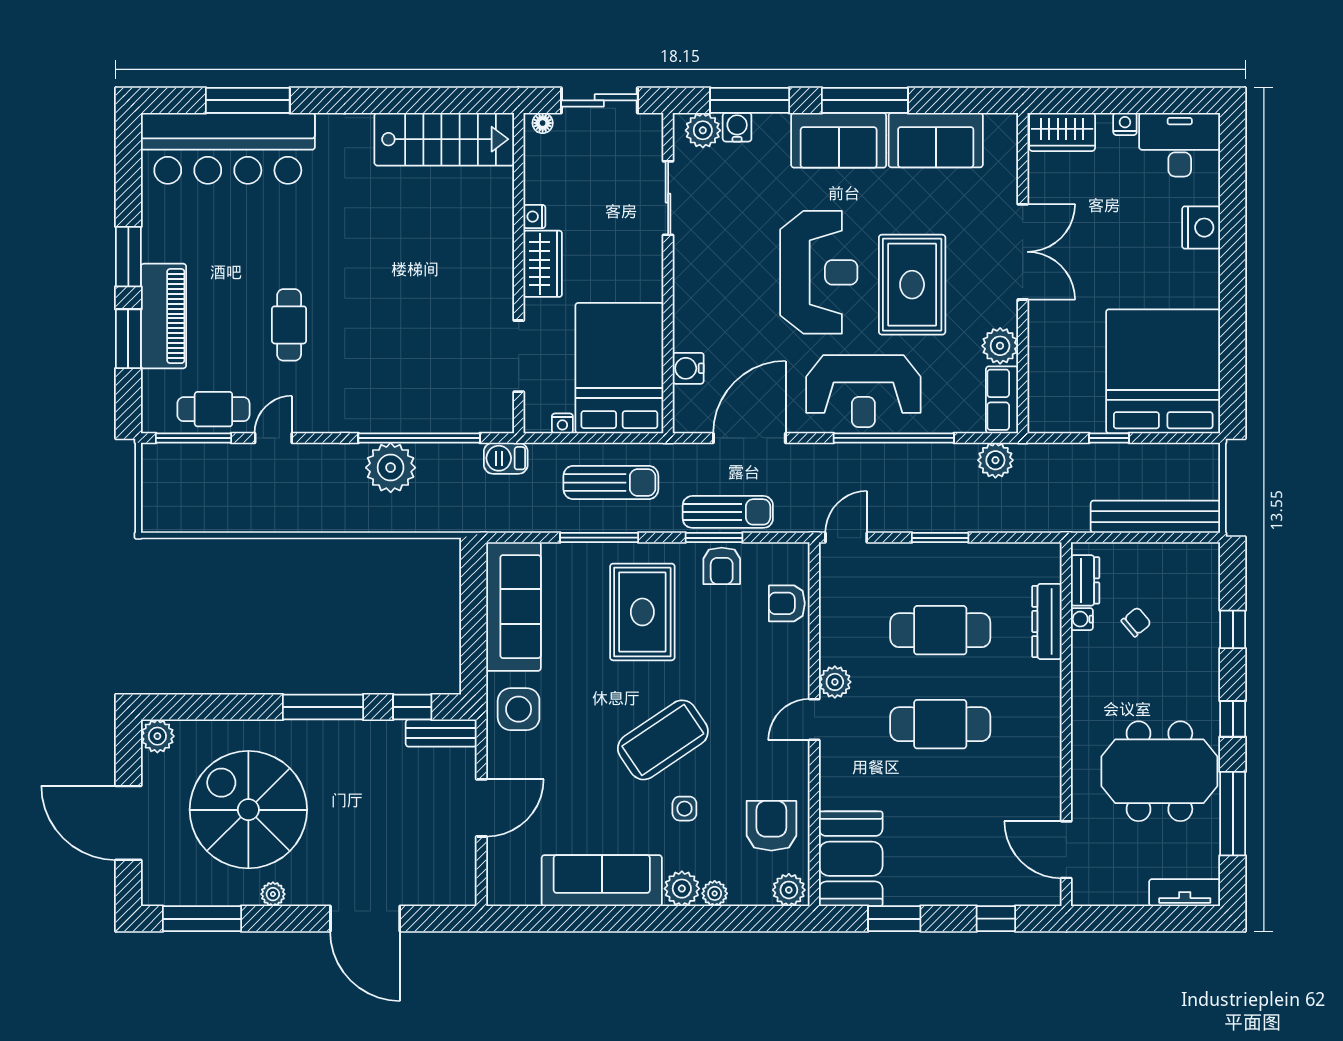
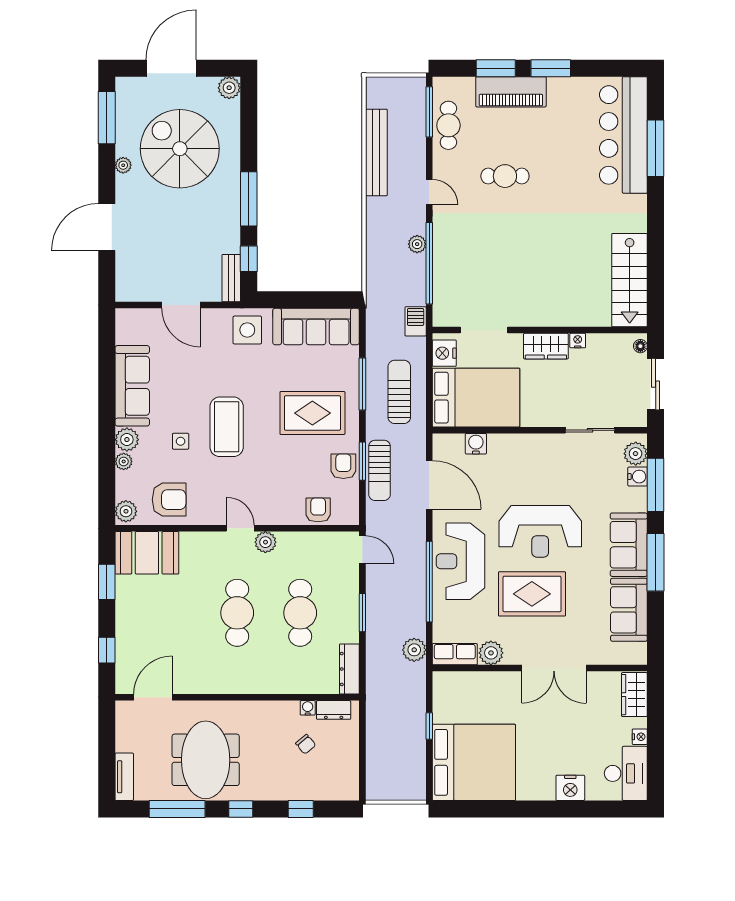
nightstand: (562, 423) -> (444, 353), width x1.89, depth x1.79
door: (273, 438) -> (429, 192), moved
plant: (391, 468) -> (417, 244), width x0.53, depth x0.53
sun lounger: (611, 483) -> (399, 392), turned 180
bench: (1155, 517) -> (376, 152), moved
armchair: (722, 566) -> (343, 466), turned 90
dresser: (1047, 621) -> (349, 669), moved, turned -90
coffee table: (663, 740) -> (227, 427), turned 34
spiral stairs: (248, 810) -> (180, 149), turned -90

